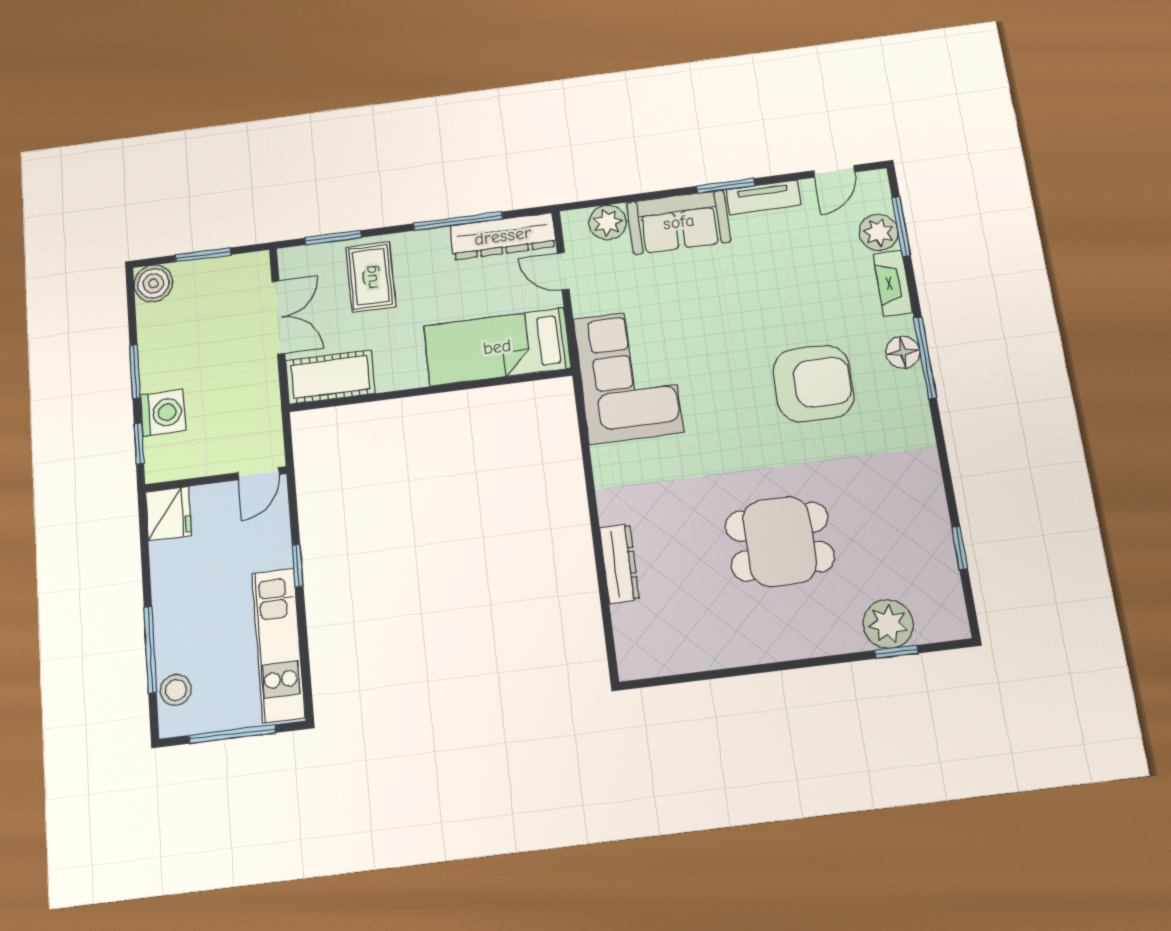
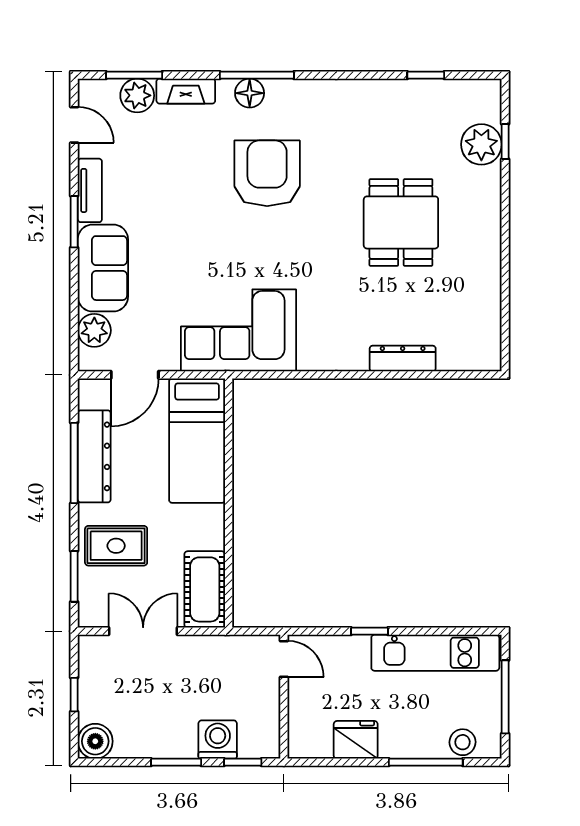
dresser: (503, 236) -> (94, 456), moved
window: (203, 255) -> (74, 695), width x0.67
door: (563, 271) -> (135, 375), width x1.38
fridge: (168, 514) -> (356, 740), moved

